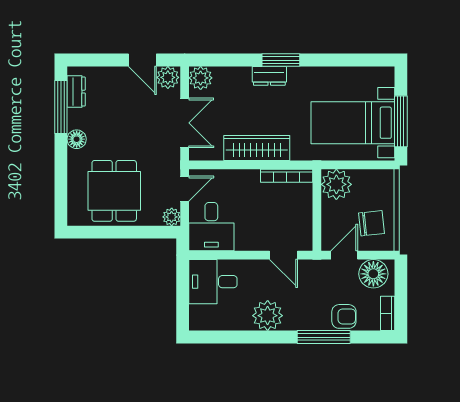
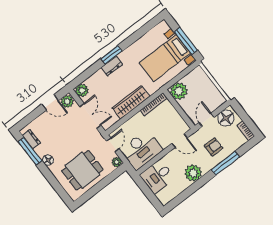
dining table: (114, 191) -> (82, 170), turned 90
chair: (372, 223) -> (208, 96), removed
desk: (211, 227) -> (141, 150), width x1.37
armchair: (344, 316) -> (213, 147), moved

